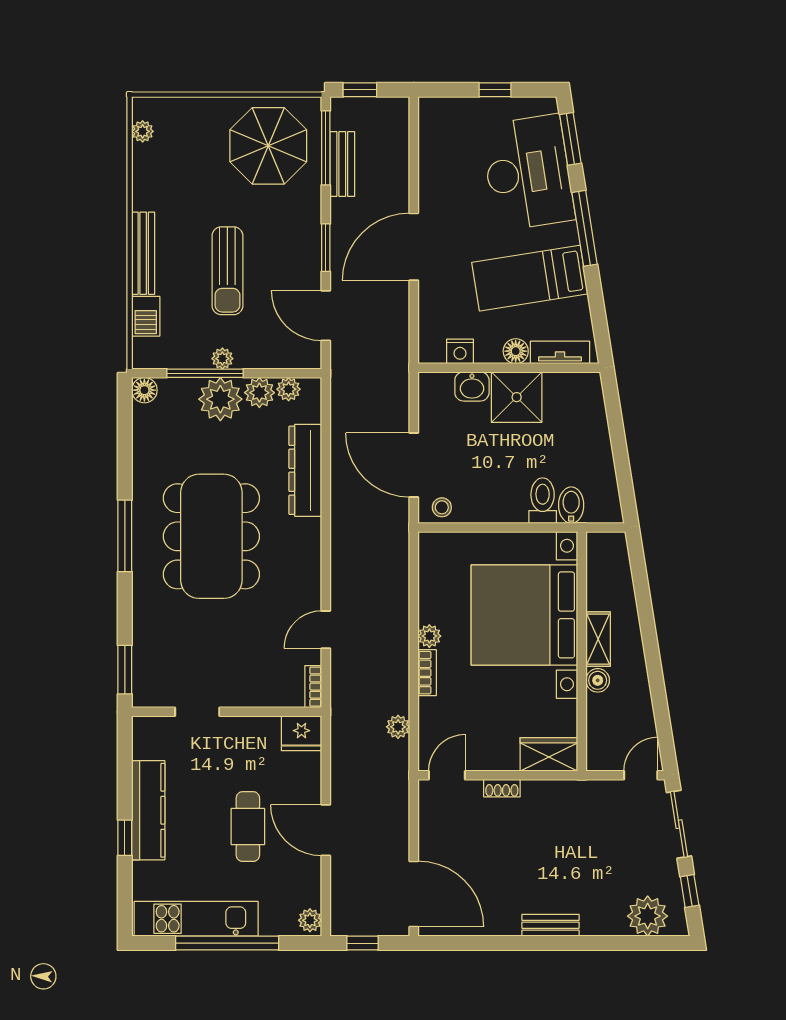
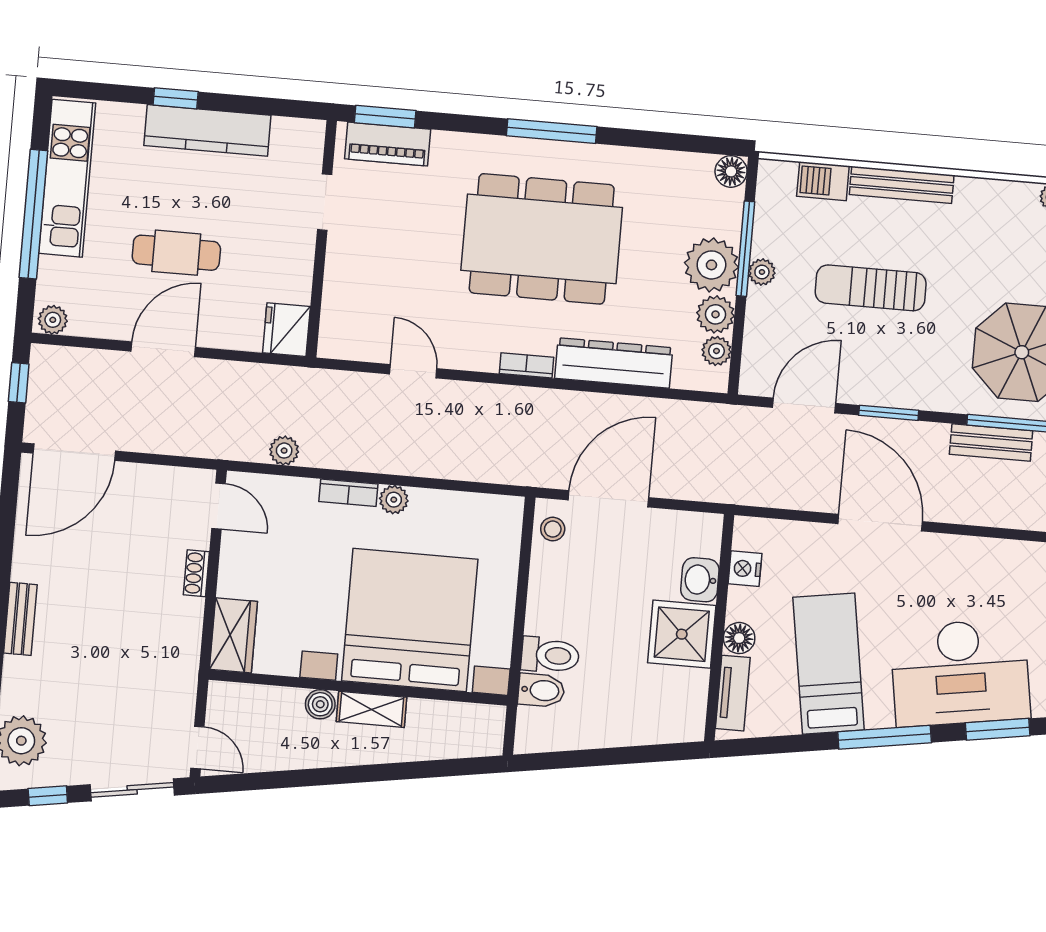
piano: (147, 666) -> (388, 144), added
bookcase: (313, 687) -> (527, 365), moved

